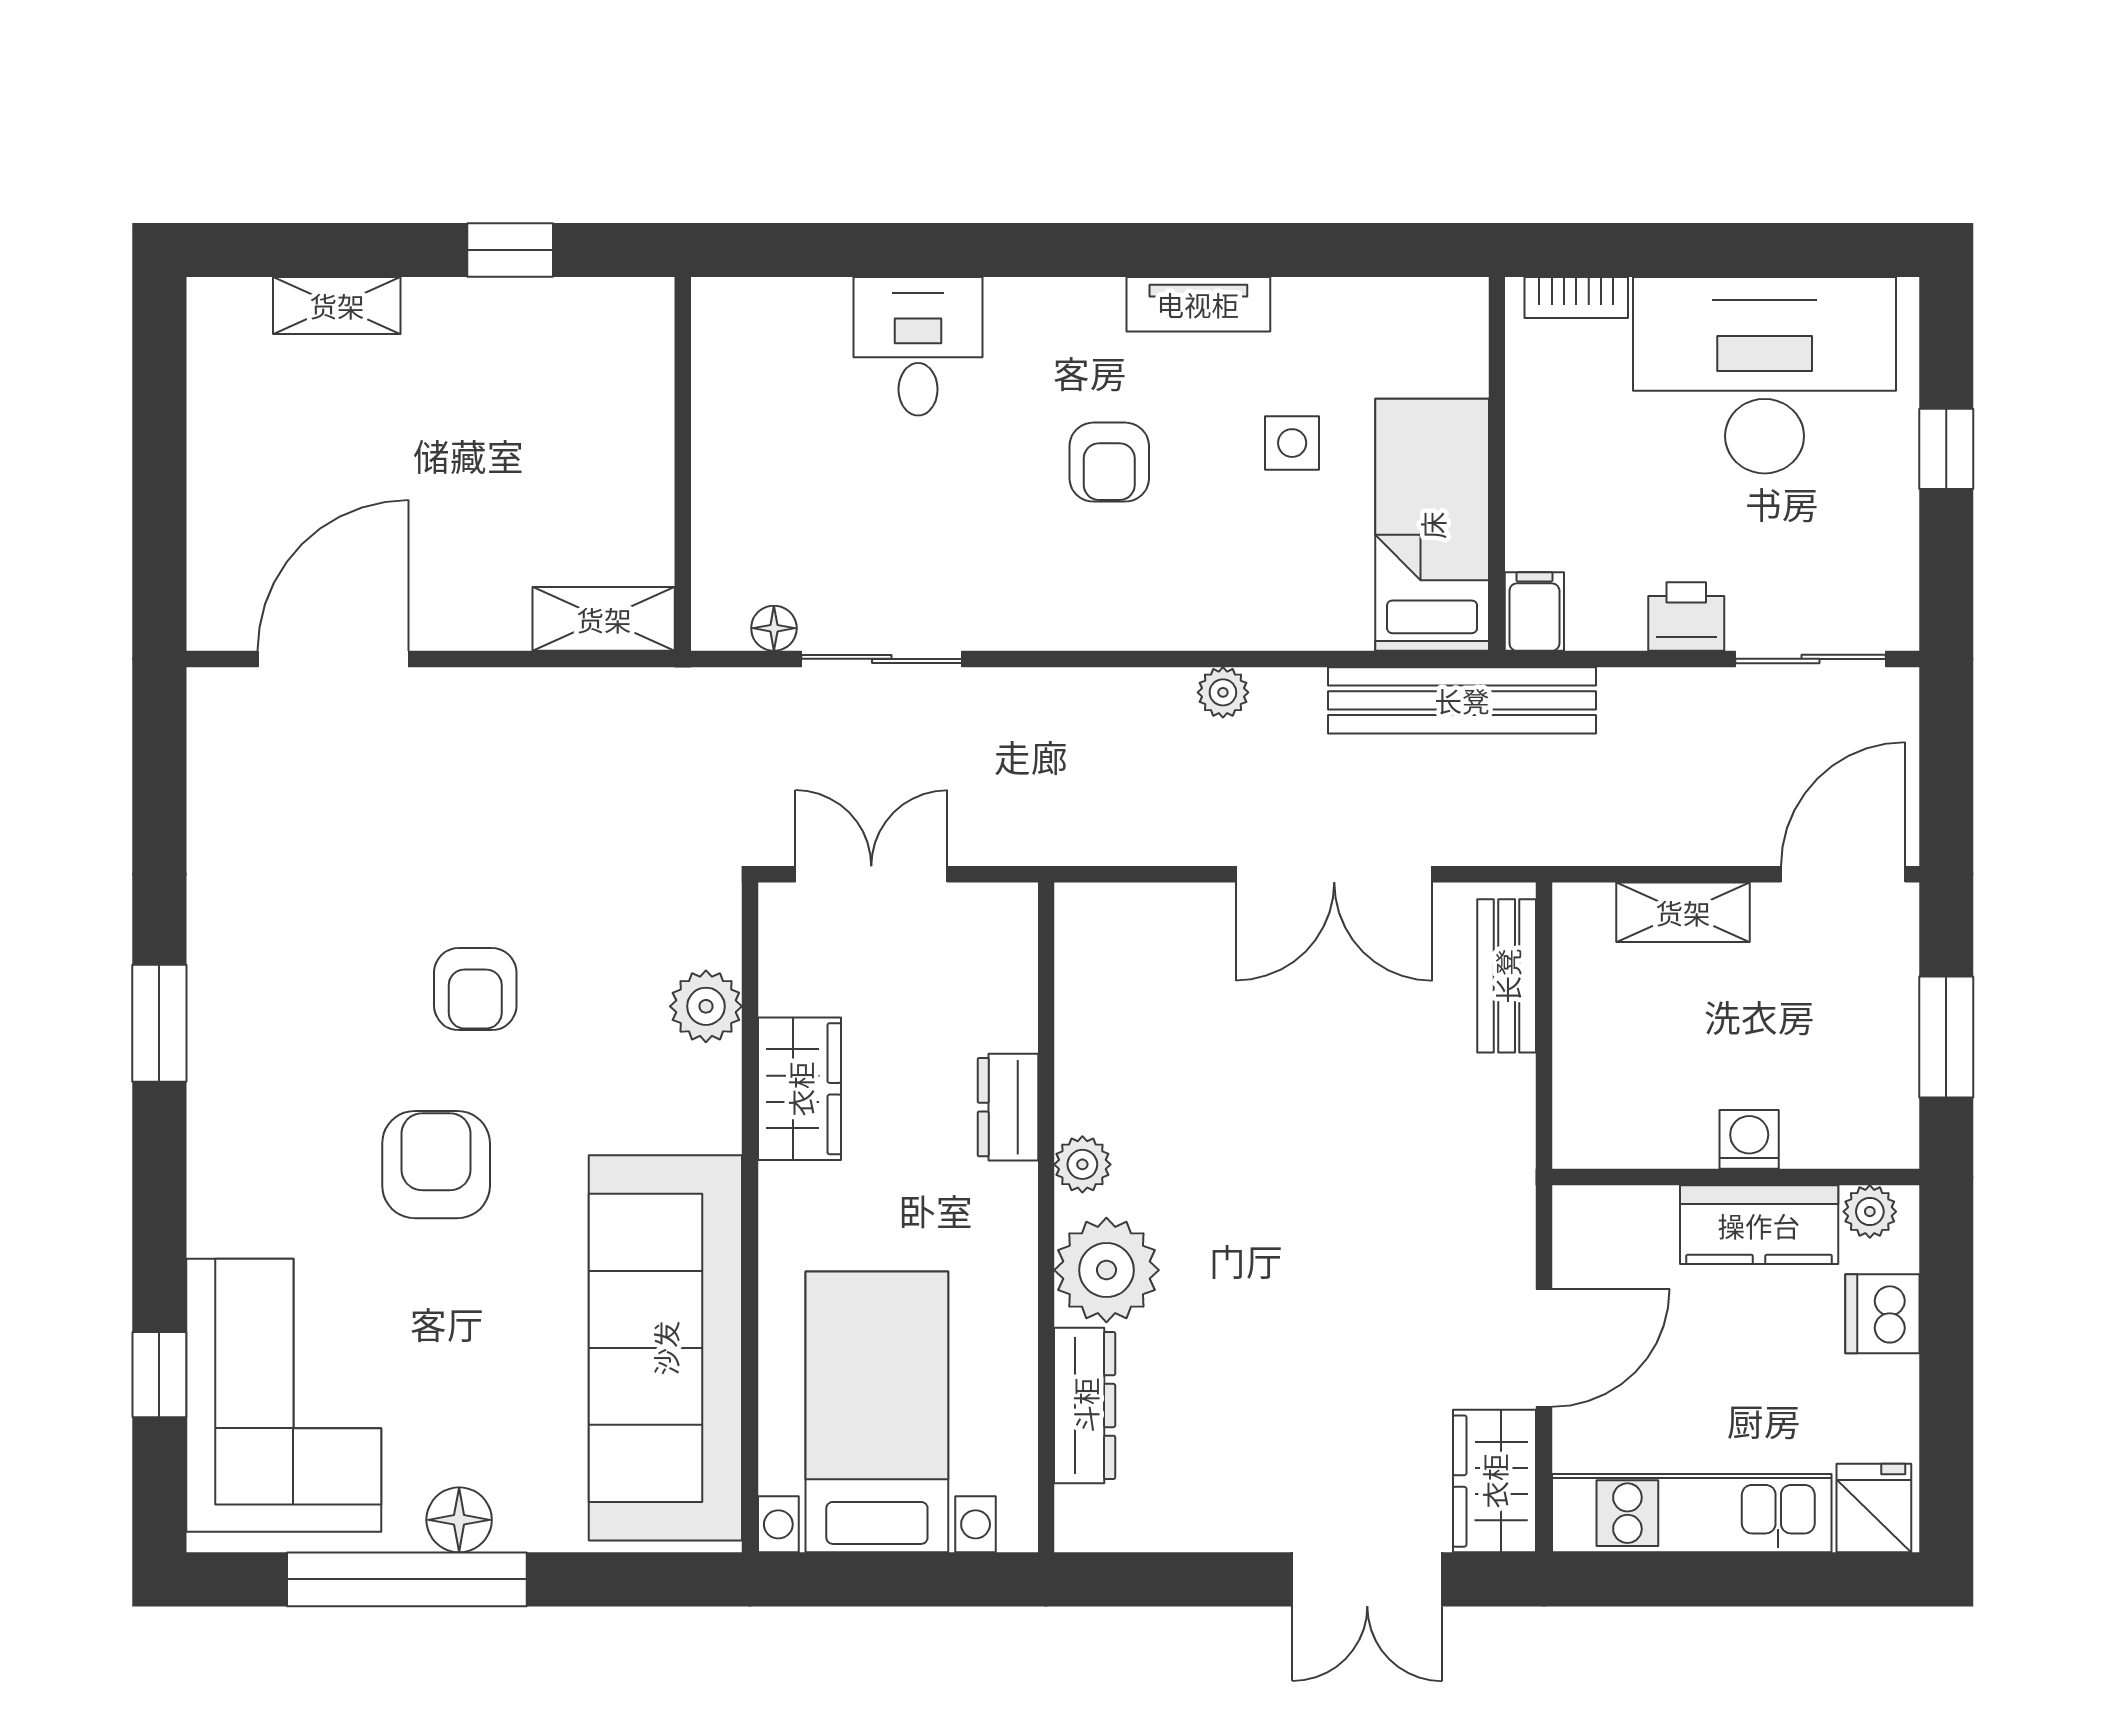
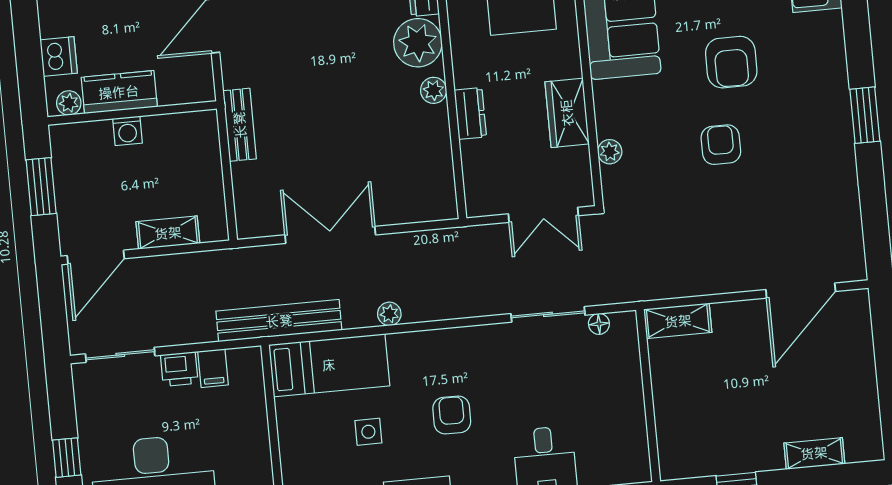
bed: (1432, 525) -> (329, 365), moved, turned -90
filing cabinet: (1534, 612) -> (213, 368), moved
bench: (1507, 976) -> (240, 125), moved
plant: (706, 1006) -> (610, 152), width x0.73, depth x0.73

